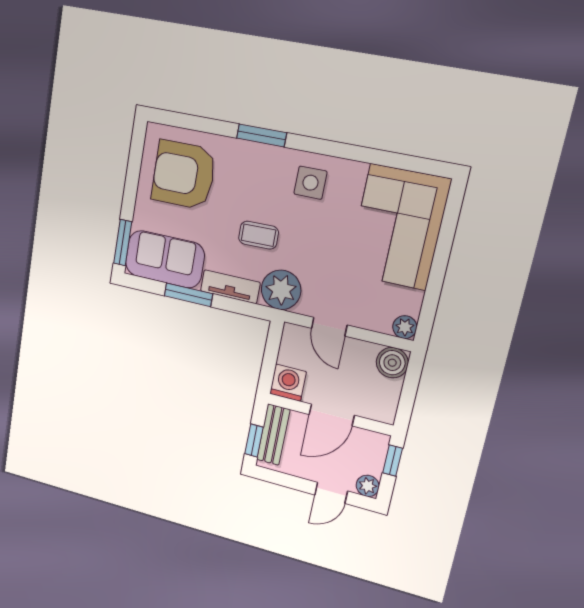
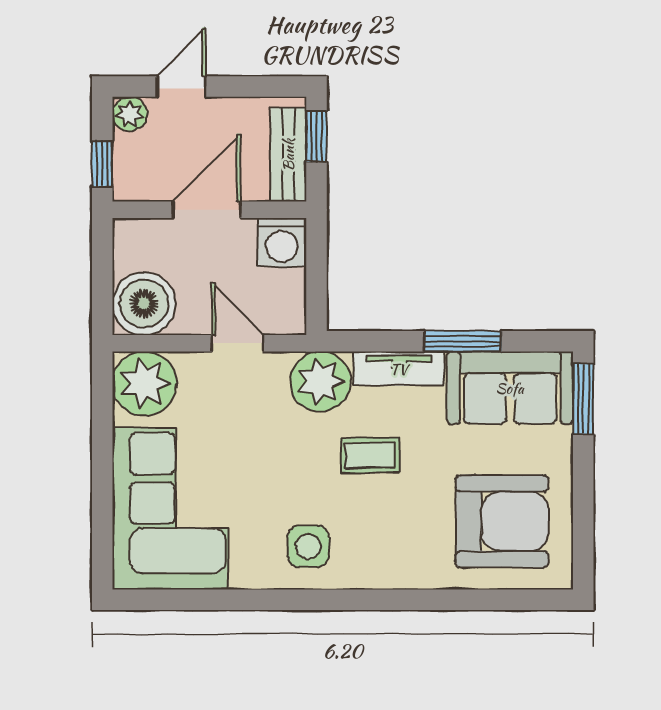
window: (262, 135) -> (393, 600), removed
plant: (405, 327) -> (145, 383), width x1.88, depth x1.88
boiler: (392, 363) -> (144, 303), width x1.37, depth x1.37

